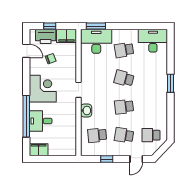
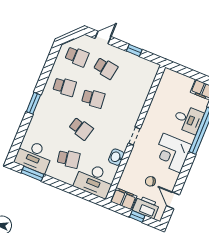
window: (96, 26) -> (32, 174), moved
washbasin: (86, 111) -> (116, 157), moved
school desk: (97, 135) -> (65, 87), moved

